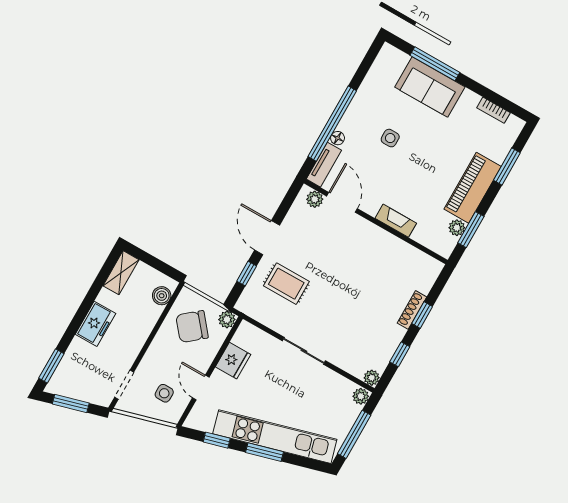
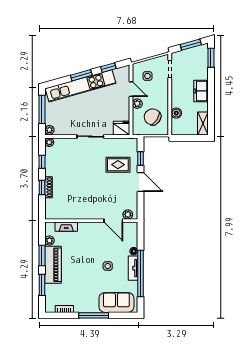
window: (435, 64) -> (94, 315), moved
sofa: (430, 87) -> (116, 302), moved
window: (332, 124) -> (140, 274), moved
tv unit: (324, 165) -> (133, 268), moved
fireplace: (396, 221) -> (66, 227), moved
window: (471, 230) -> (42, 256), moved
boiler: (162, 296) -> (176, 113), moved
plant: (227, 319) -> (137, 104), moved
chair: (192, 327) -> (153, 117), turned -106
fridge: (233, 361) -> (121, 128), moved, turned 90

